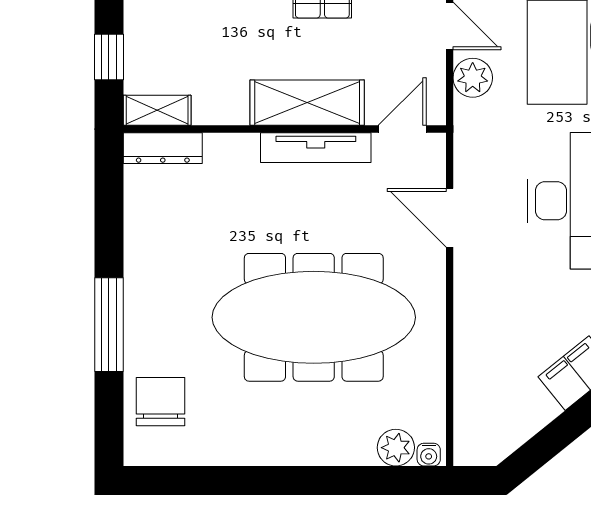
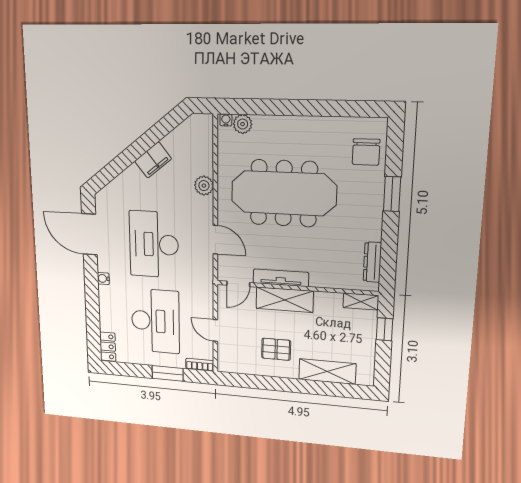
plant: (473, 78) -> (204, 186), moved
dresser: (163, 148) -> (372, 262), moved, turned -90
window: (109, 325) -> (392, 194), width x0.69

